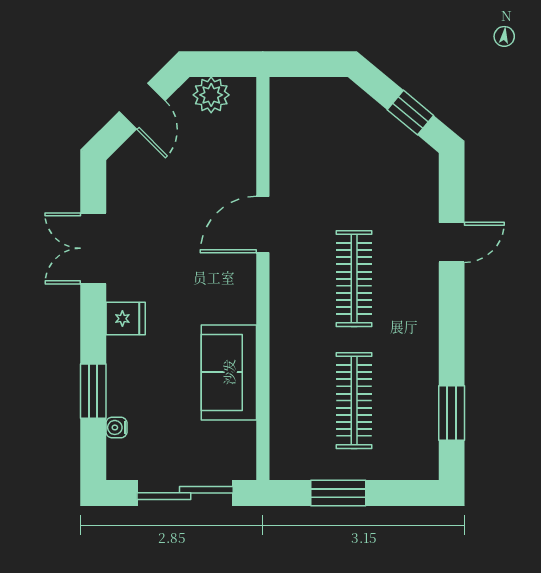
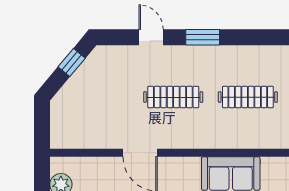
window: (452, 413) -> (203, 37), moved

